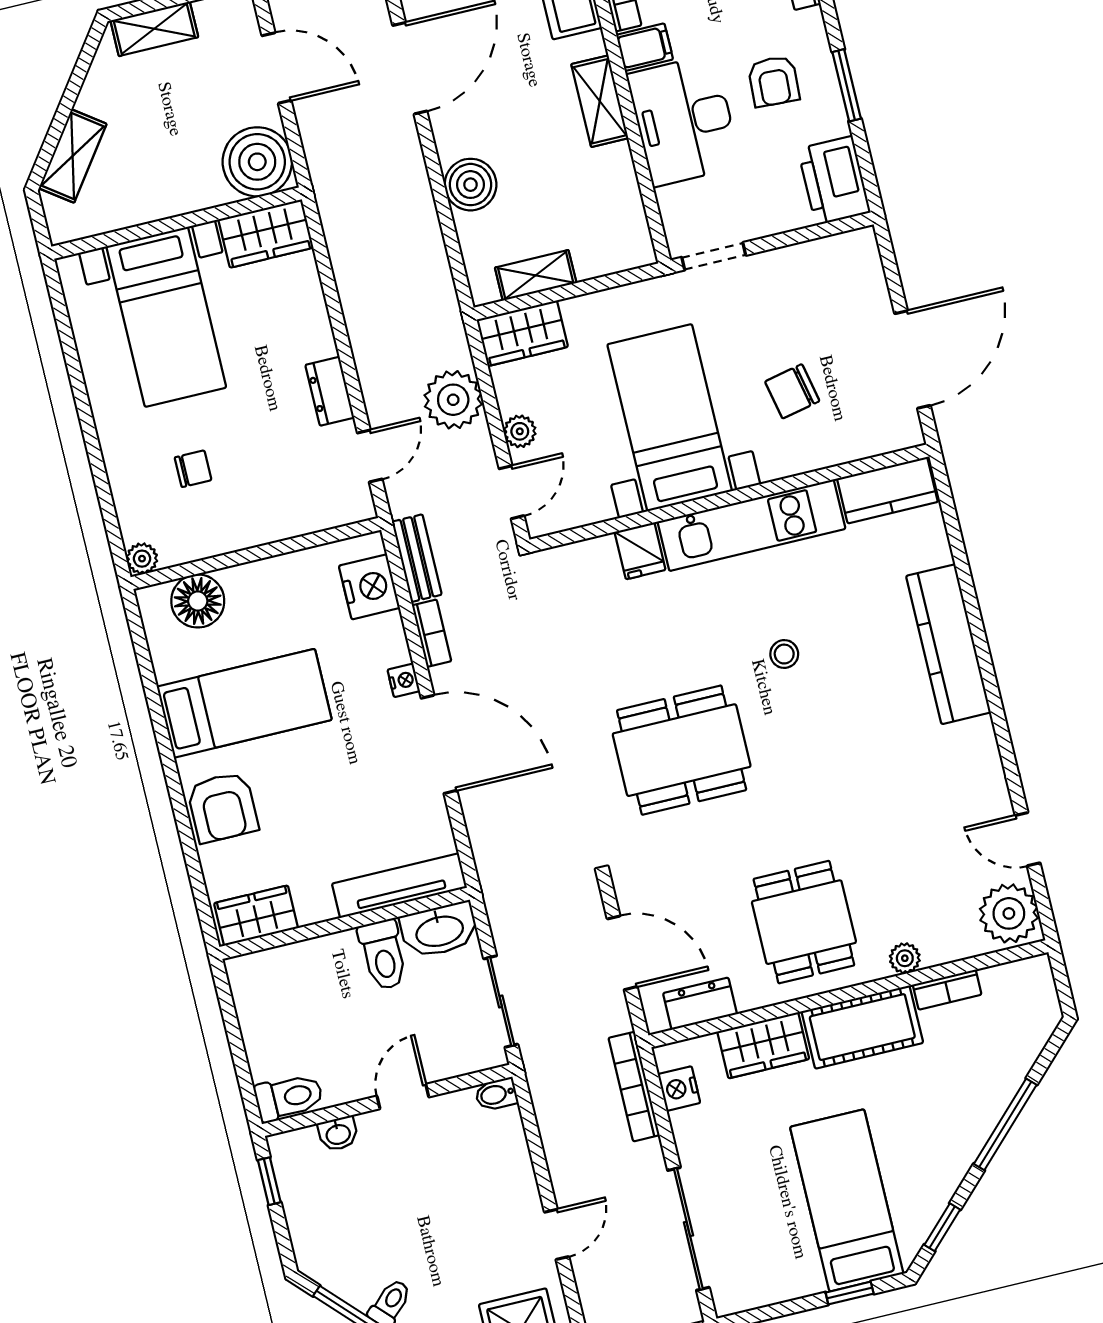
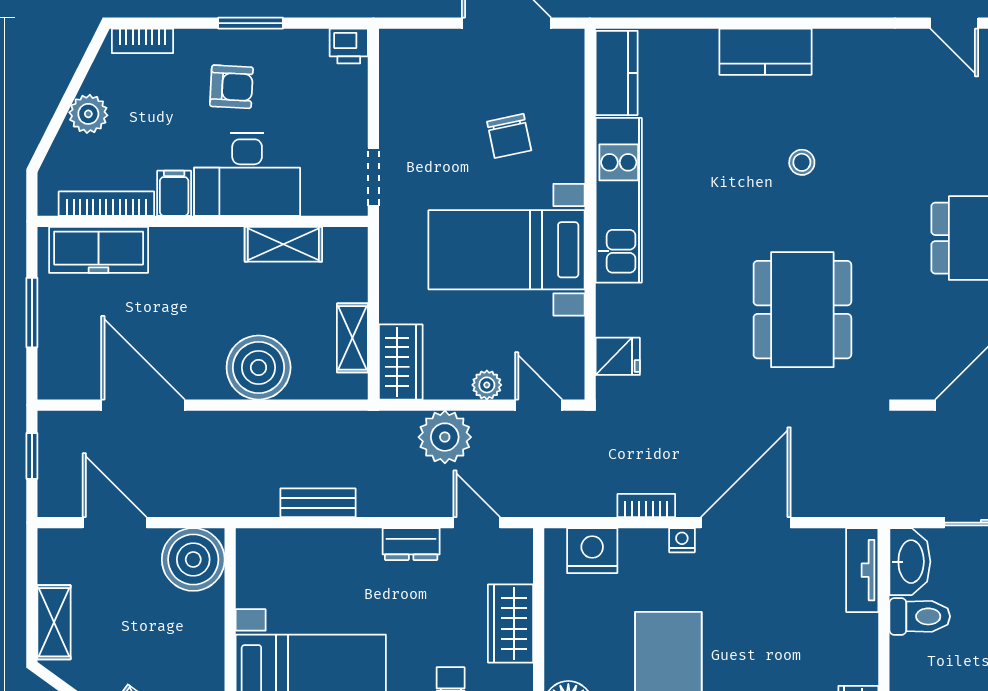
door: (277, 68) -> (115, 523), hinge flipped
shelving: (600, 101) -> (283, 244), moved
printer: (834, 181) -> (349, 46), width x0.53, depth x0.68
boiler: (471, 185) -> (259, 368), width x1.37, depth x1.37
wardrobe: (266, 234) -> (510, 623), moved, turned 180
fridge: (640, 551) -> (618, 356), moved
bench: (417, 558) -> (318, 503), moved
kitchen counter: (948, 644) -> (765, 52), width x0.67
stool: (784, 654) -> (802, 162), moved
door: (1028, 839) -> (954, 23), hinge flipped
tv unit: (399, 886) -> (862, 570), width x0.71

